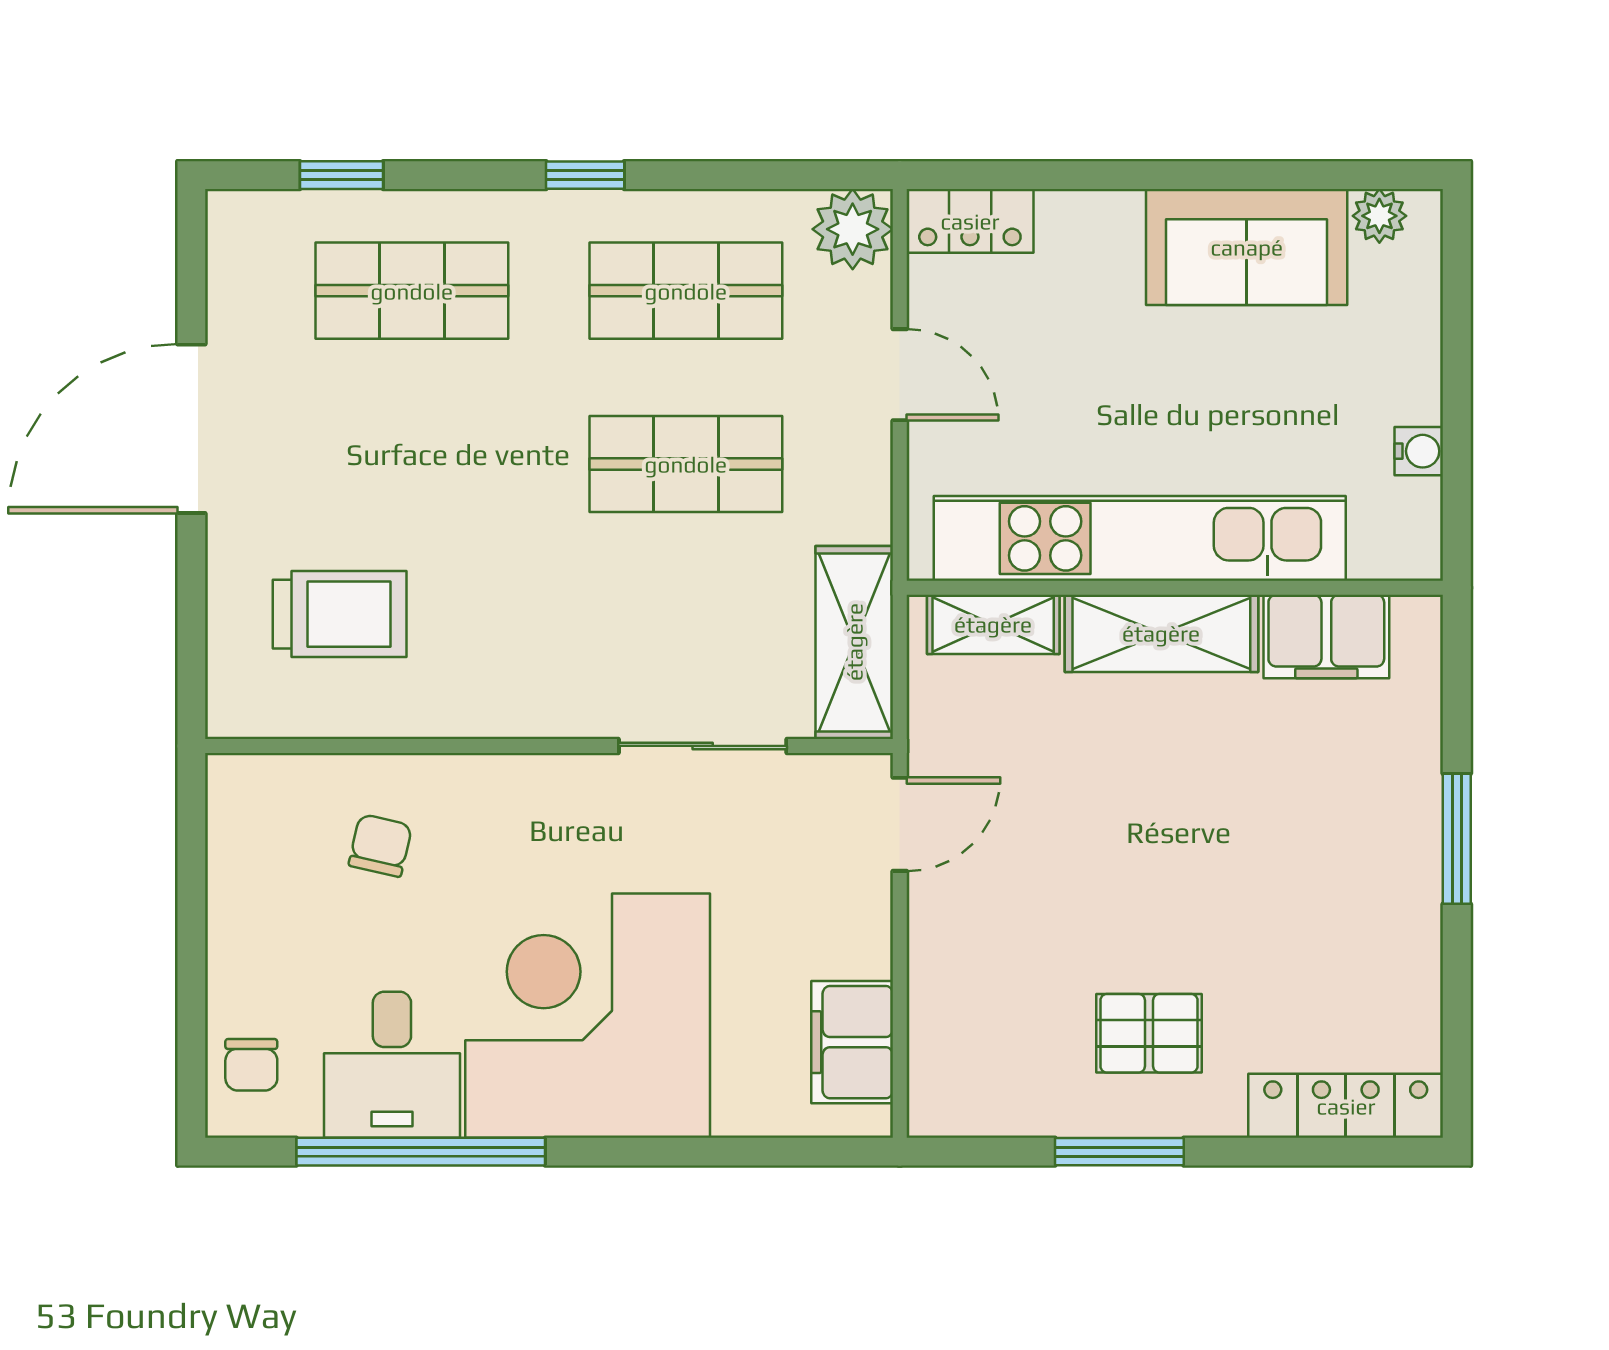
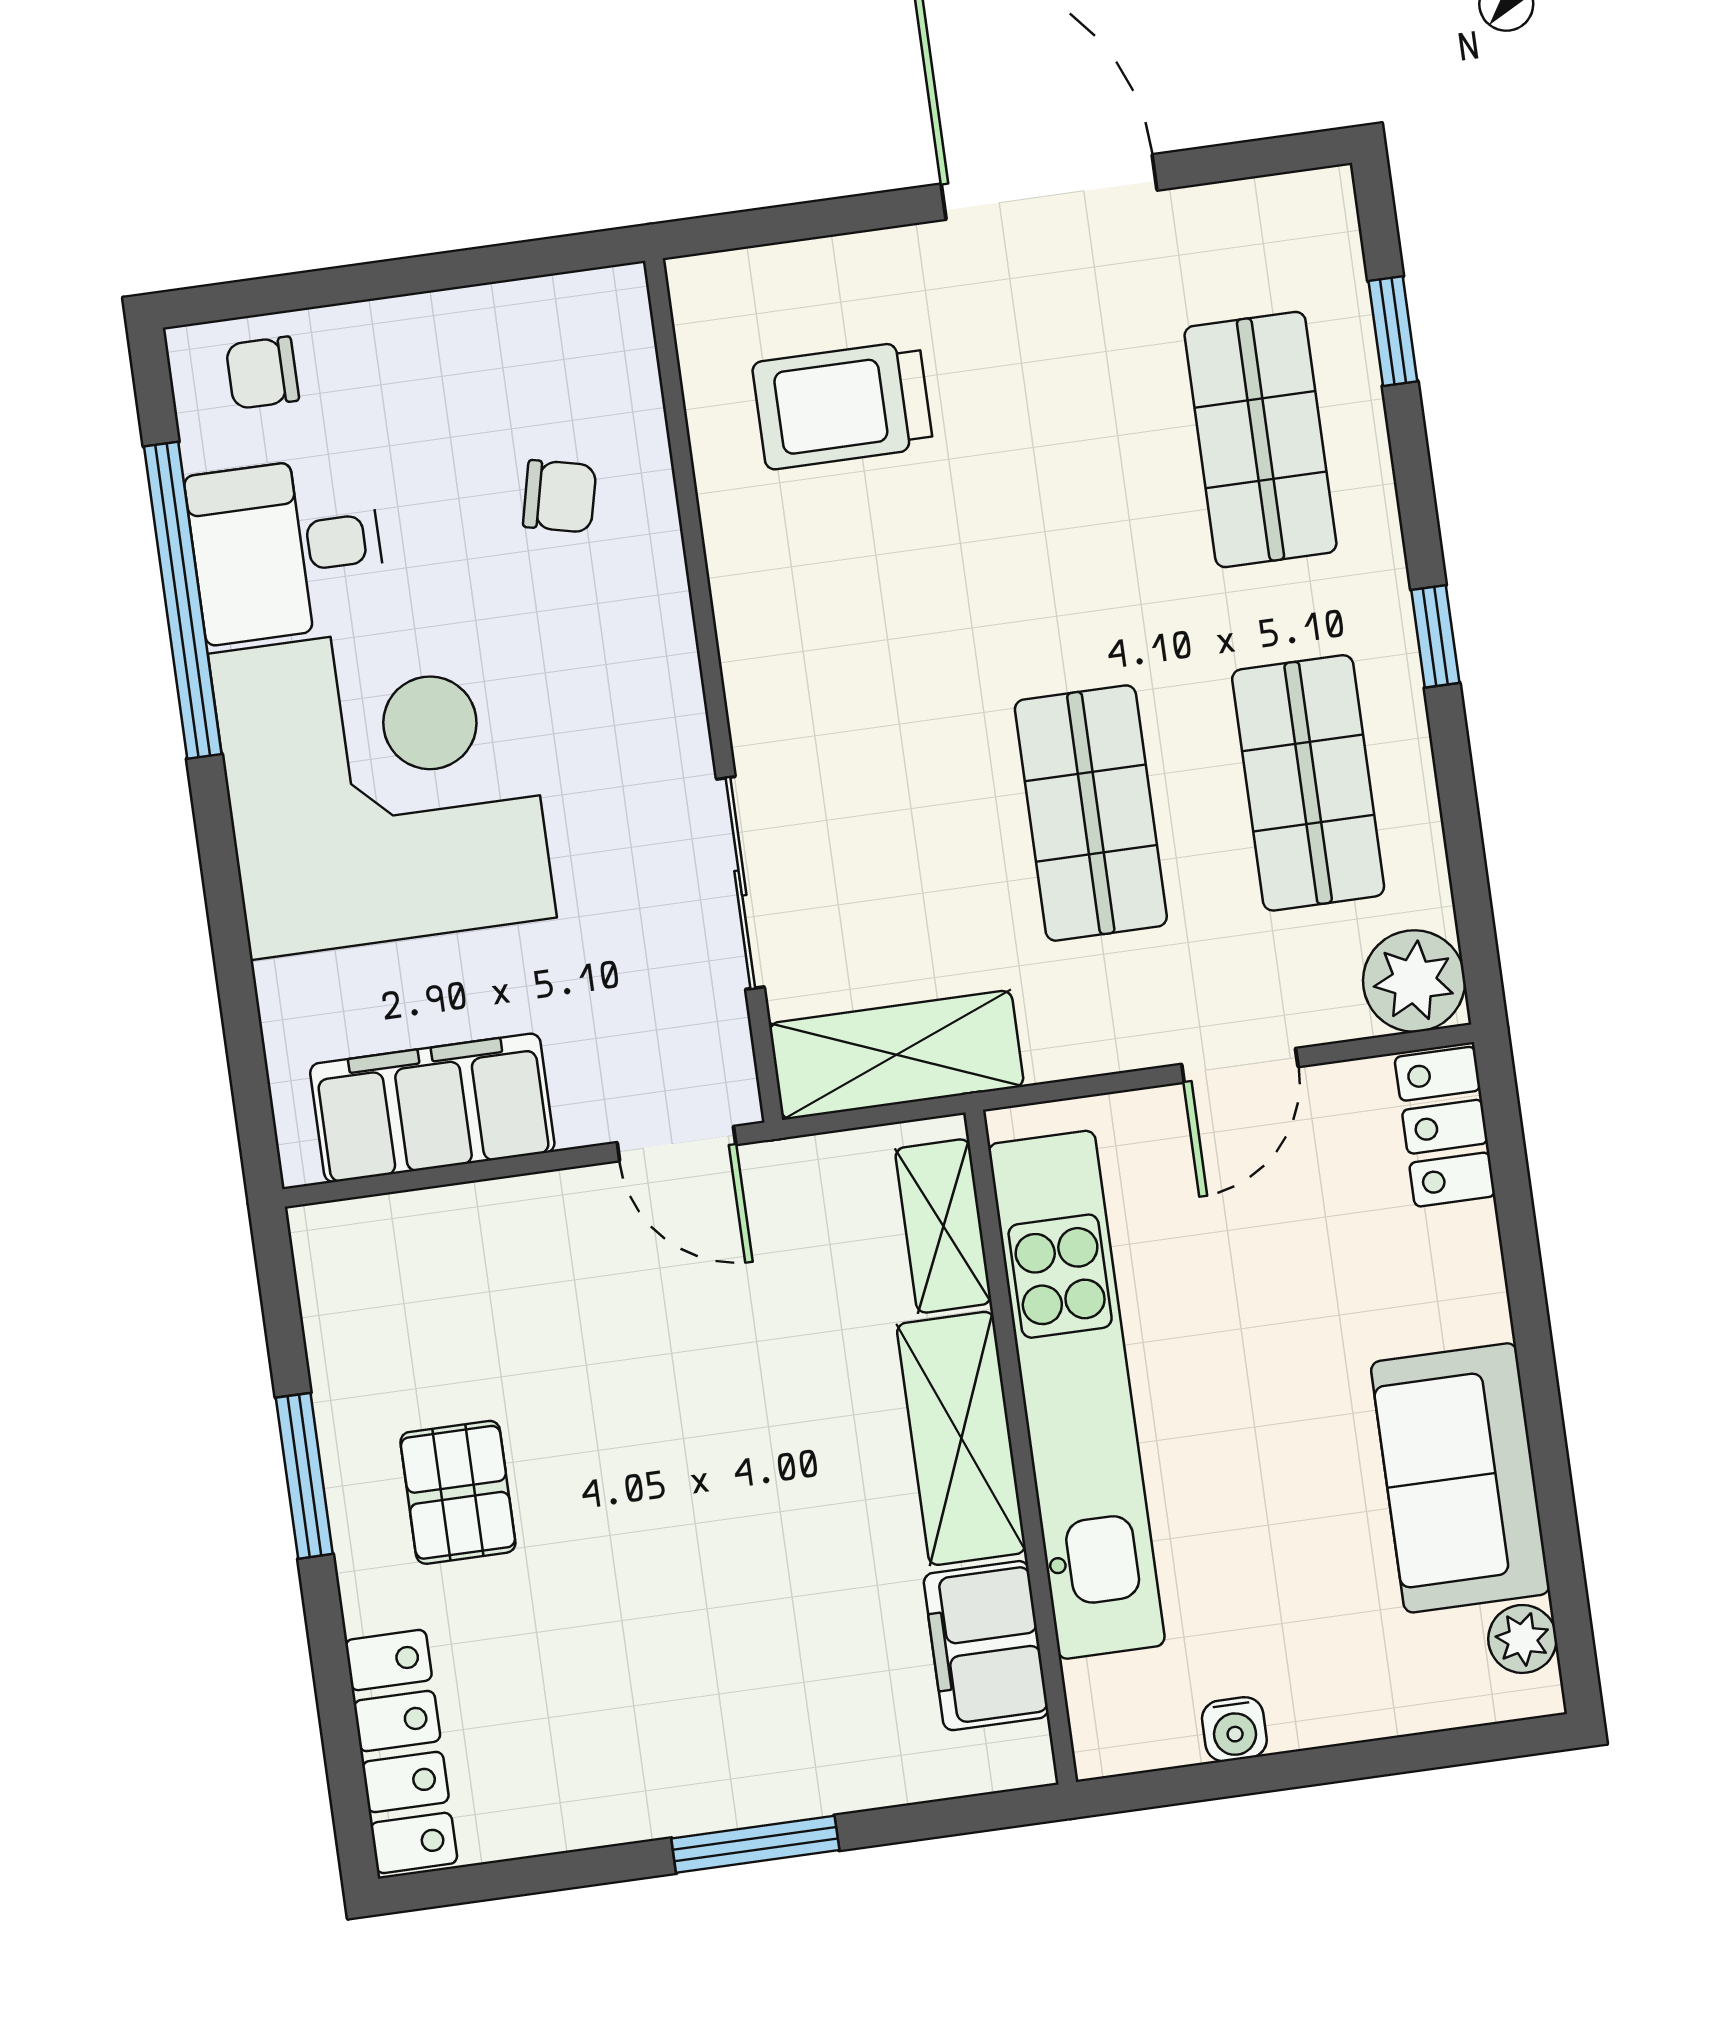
trolley: (340, 614) -> (843, 405), turned 90
filing cabinet: (852, 1042) -> (432, 1108), width x1.50, depth x1.17

